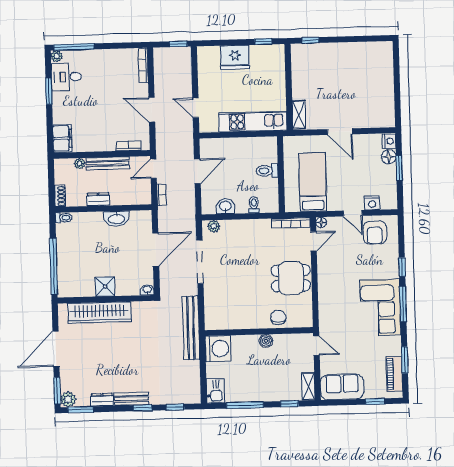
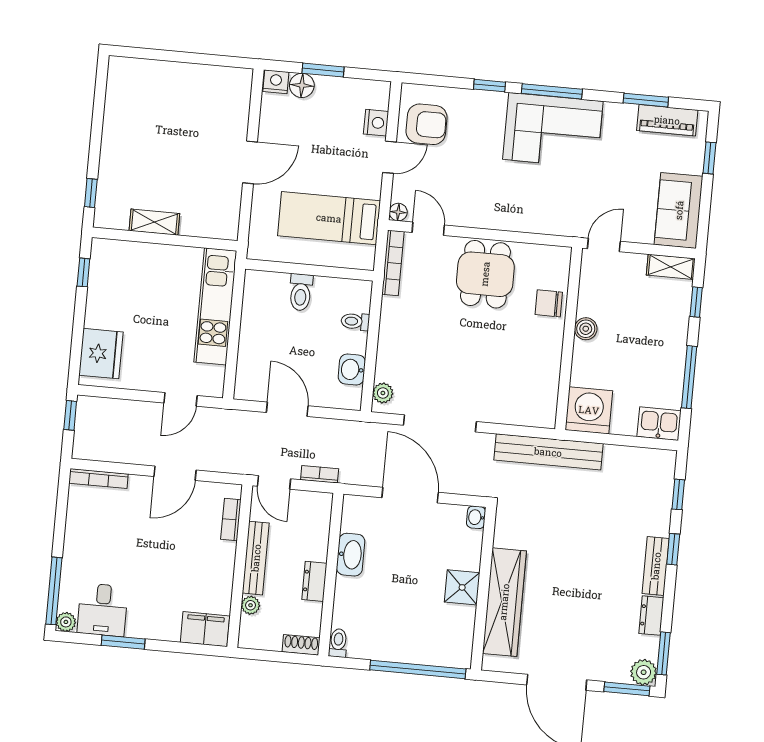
fridge: (235, 57) -> (101, 354), moved
shelving: (299, 115) -> (154, 222), moved

